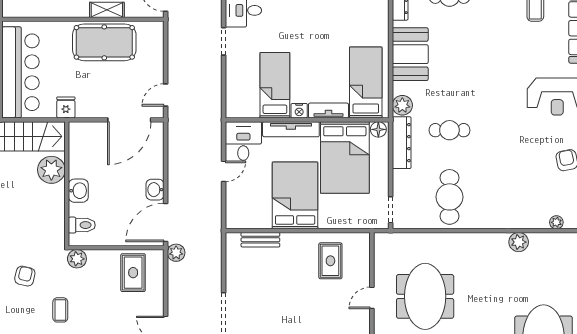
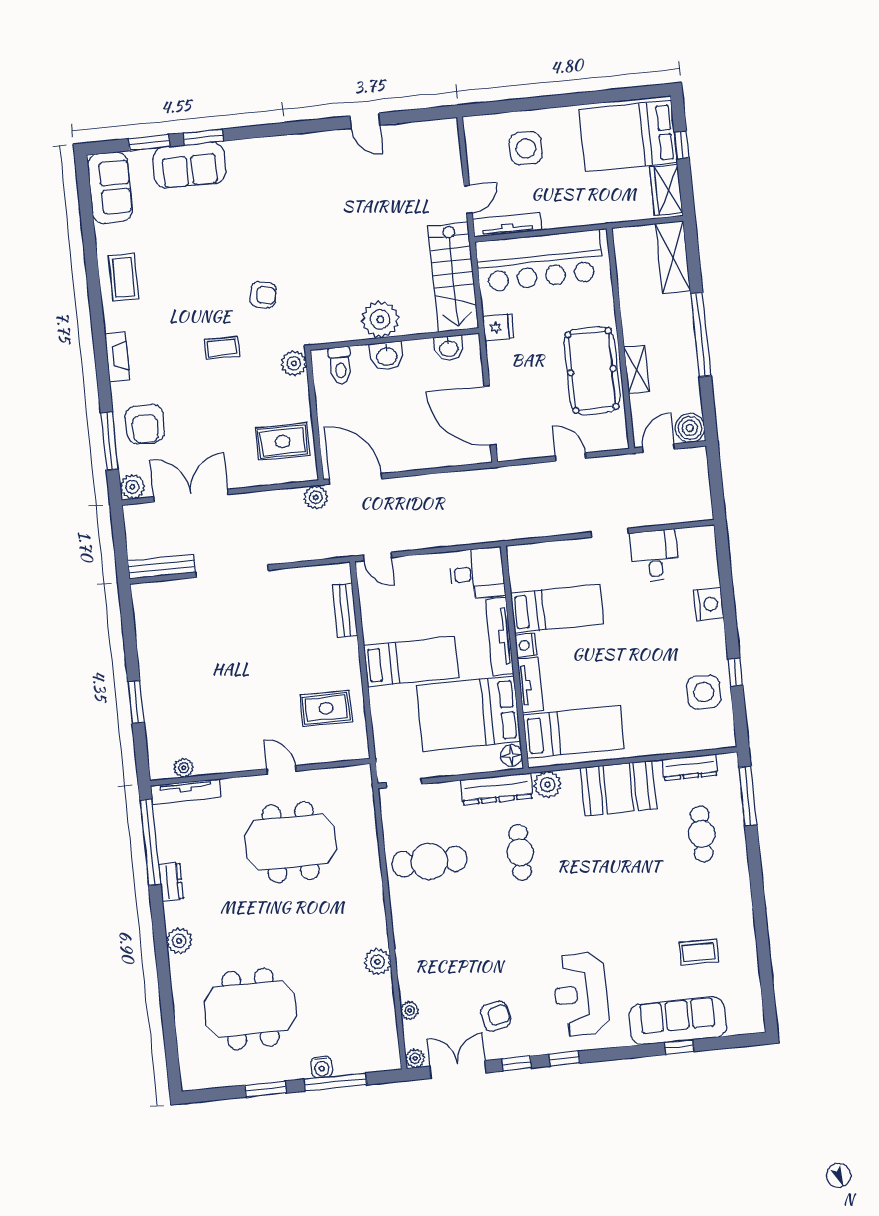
door: (166, 95) -> (571, 457), moved
plant: (51, 170) -> (380, 319), moved
door: (224, 171) -> (378, 556), moved
washbasin: (155, 190) -> (449, 348), moved, turned 180
bed: (295, 195) -> (411, 662), width x0.67

